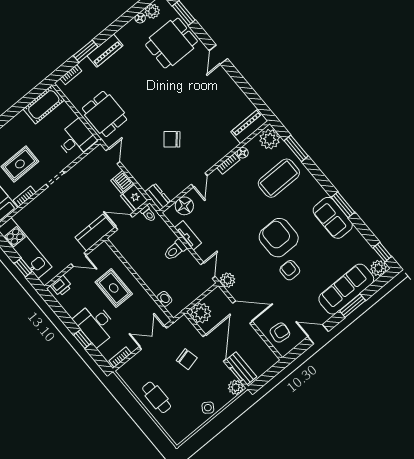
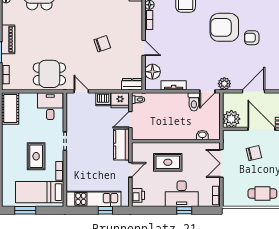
chair: (172, 139) -> (102, 44), turned -149
toilet: (175, 250) -> (194, 102), moved
door: (208, 270) -> (207, 91), swing flipped

